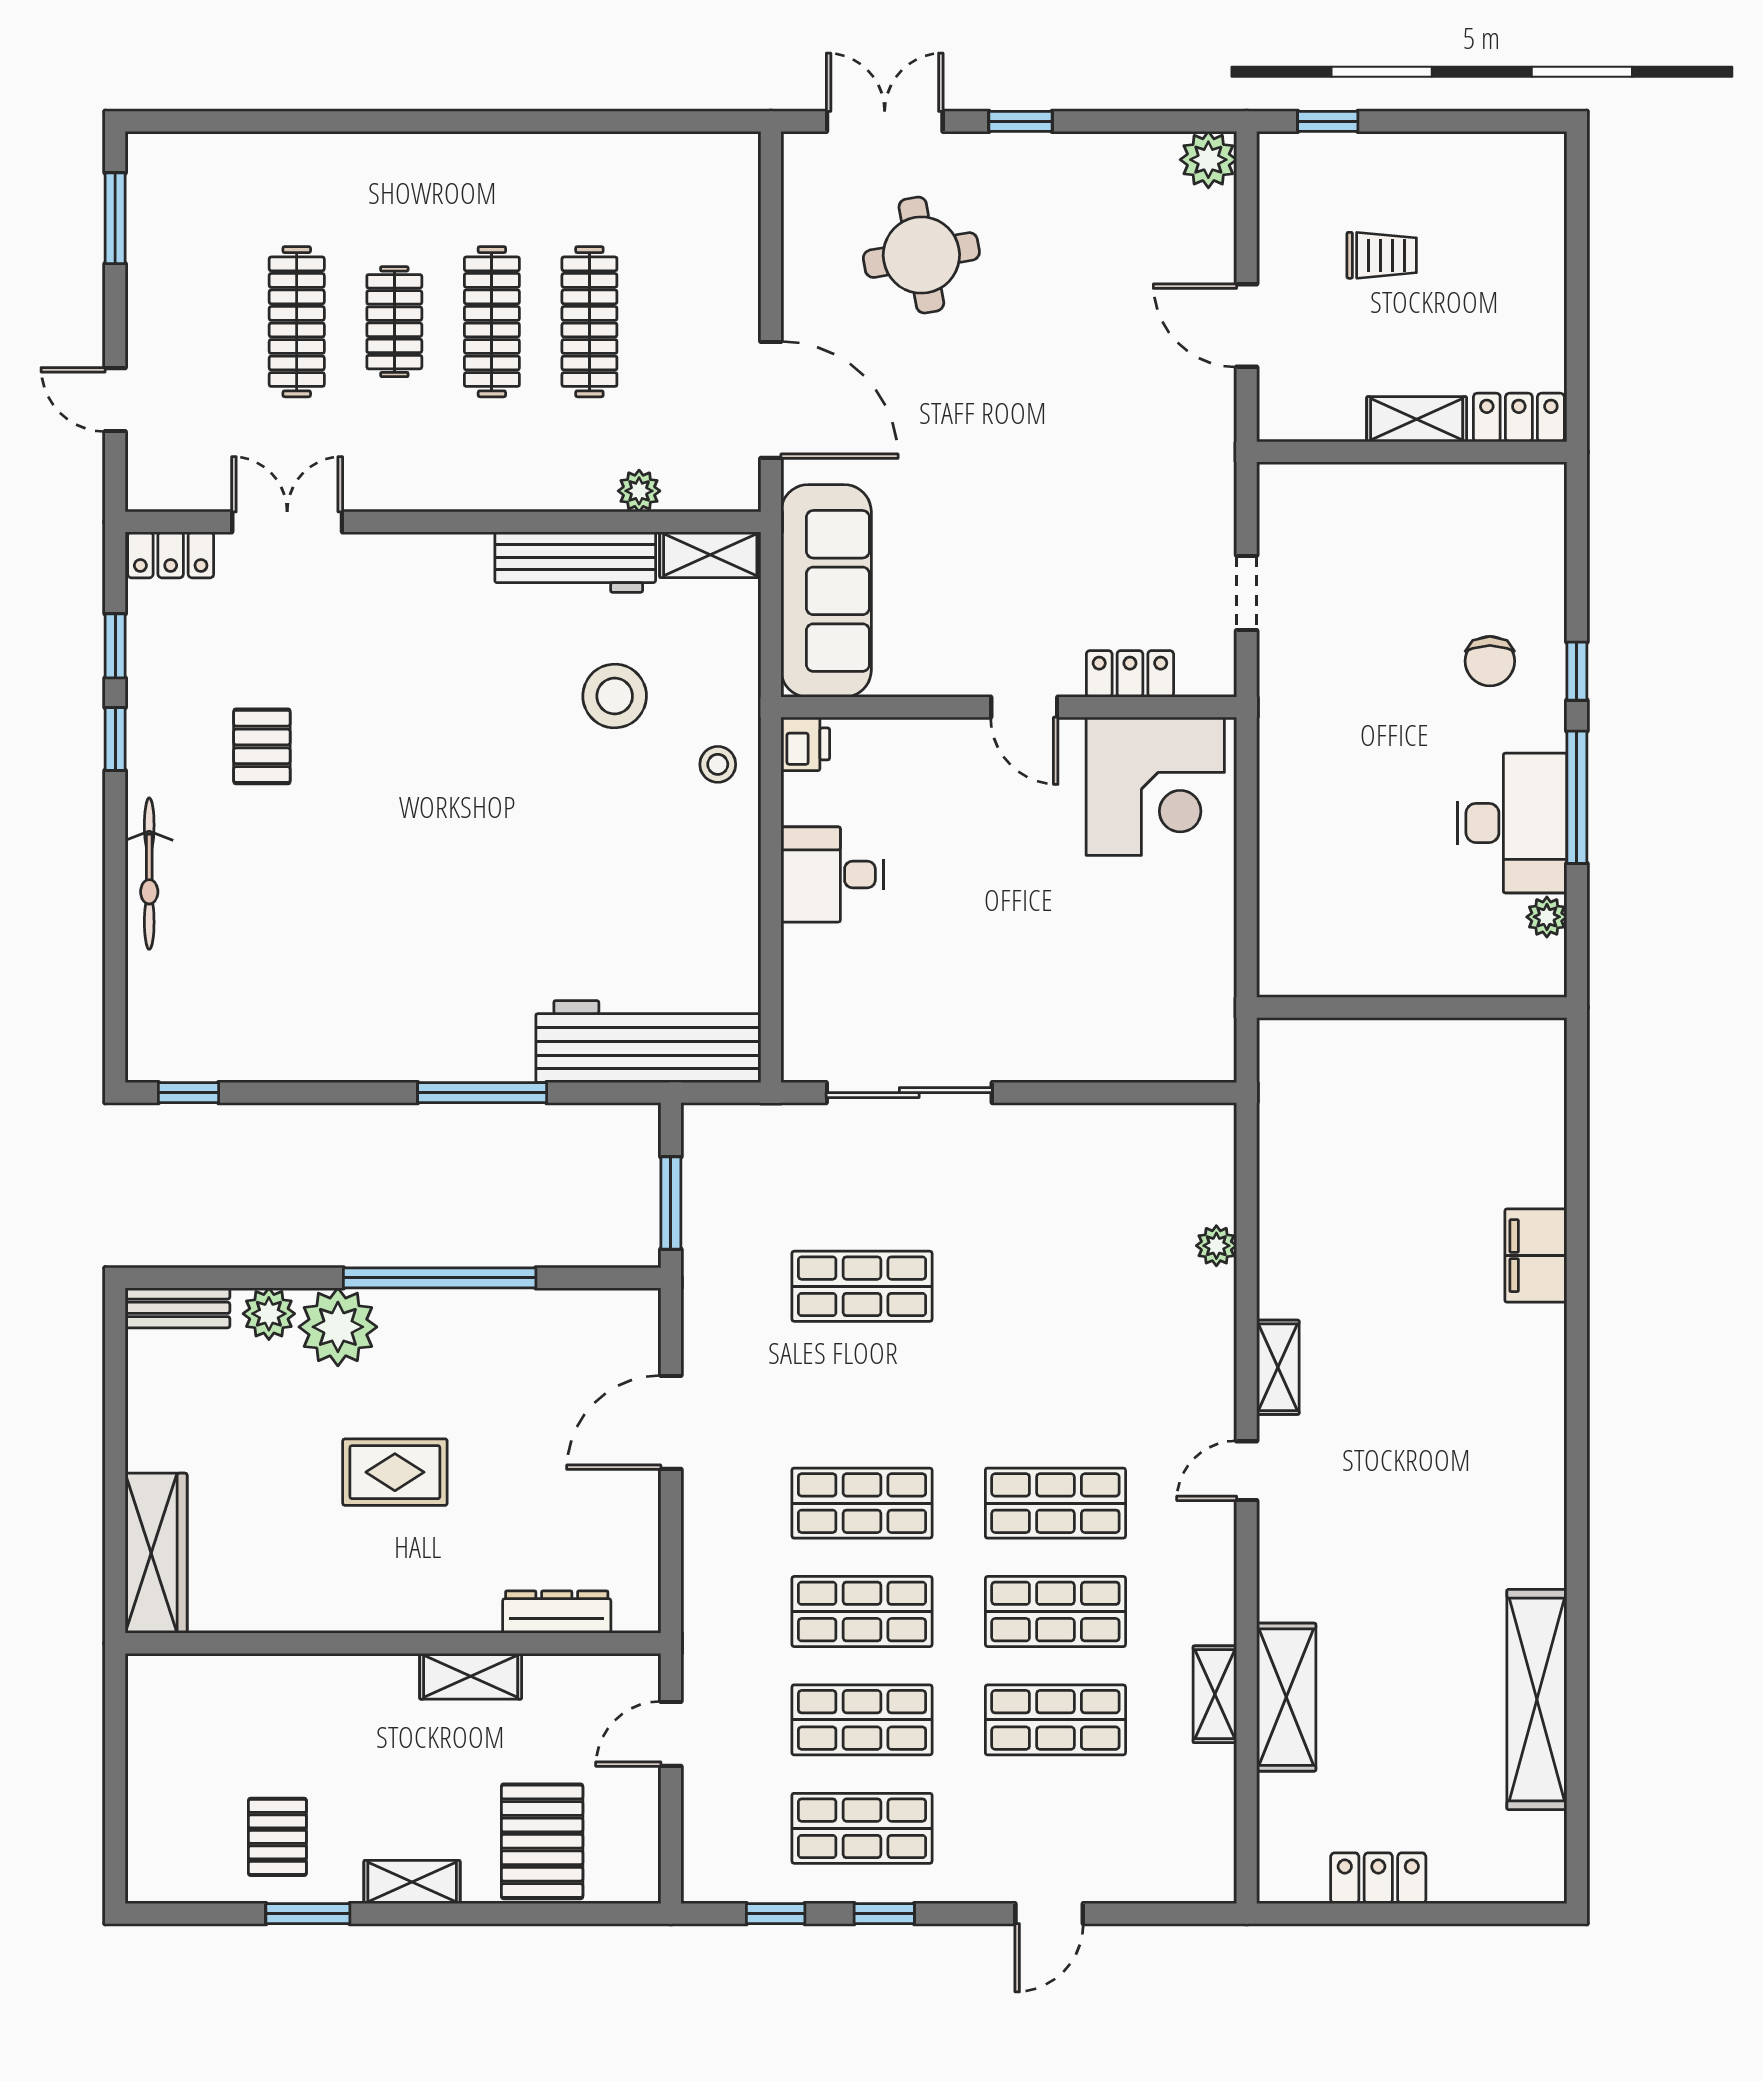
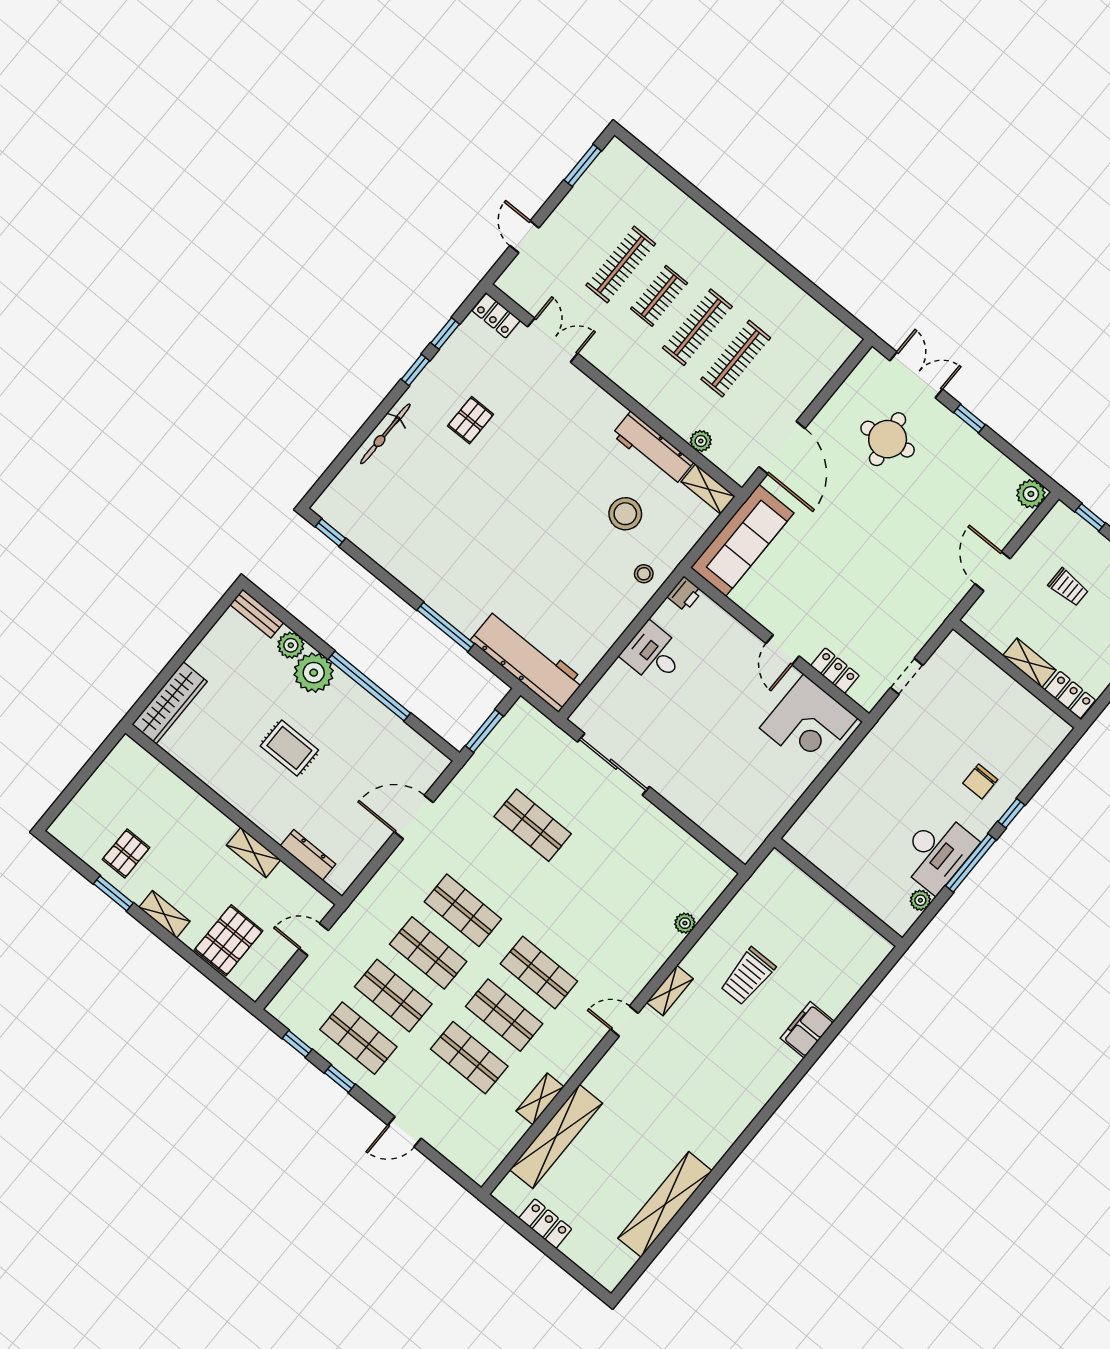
trolley: (1378, 1248) -> (748, 976), added
shelving: (1286, 1697) -> (556, 1137), width x1.47

